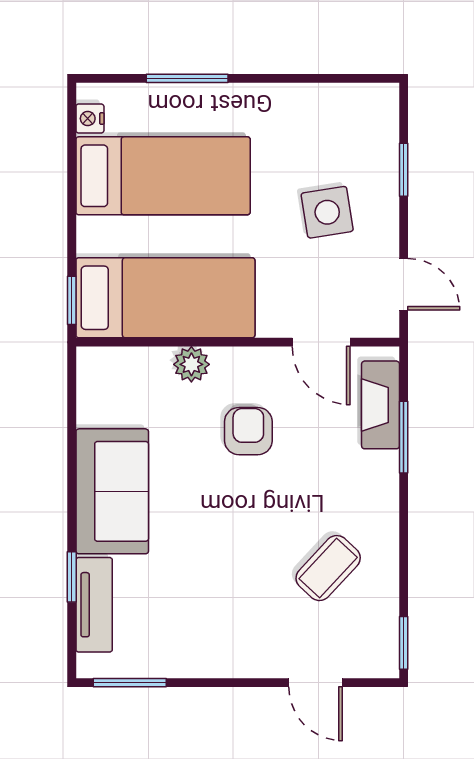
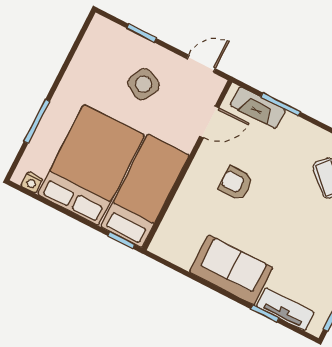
bed: (163, 176) -> (91, 165), width x1.50
side table: (327, 212) -> (143, 84), turned 35
plant: (191, 364) -> (186, 195), removed

